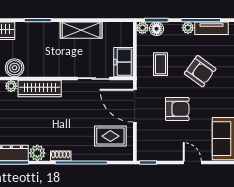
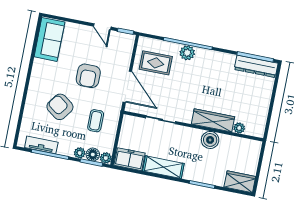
plant: (188, 28) -> (80, 153), moved
freezer: (124, 62) -> (130, 159), moved, turned -90
boiler: (15, 68) -> (210, 140), moved
armchair: (177, 109) -> (88, 76), turned -90
plant: (37, 153) -> (187, 53), moved
shoe rack: (61, 156) -> (206, 54), removed
door: (192, 163) -> (102, 27), moved

